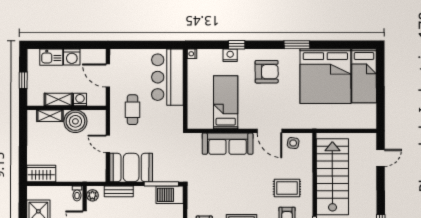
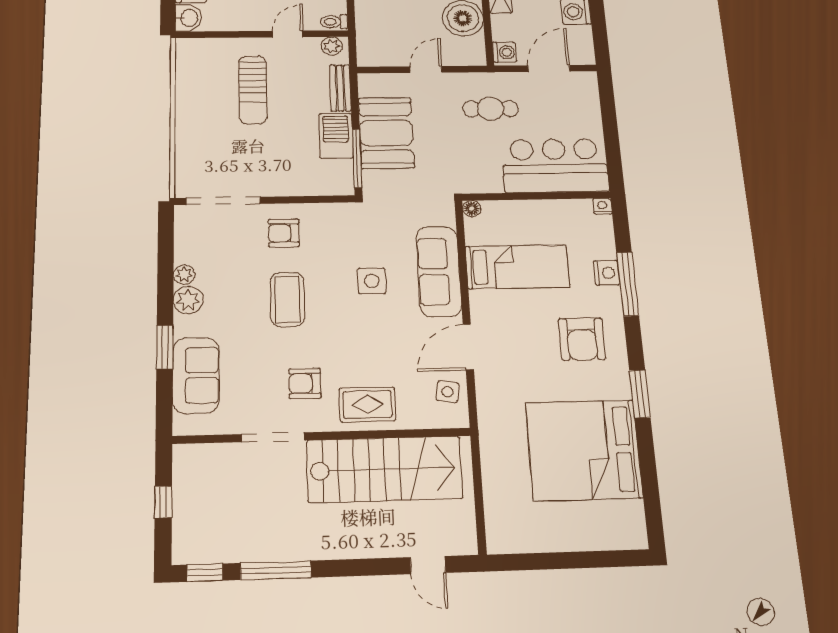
window: (237, 45) -> (628, 284), width x2.17
bed: (364, 76) -> (592, 526), removed
washing machine: (80, 99) -> (505, 52), moved
floor lamp: (192, 124) -> (472, 209), added
booth: (131, 168) -> (386, 133), moved
side table: (232, 179) -> (372, 281), added
rug: (287, 188) -> (367, 404), moved, turned 90
barbecue: (170, 195) -> (336, 136), moved

